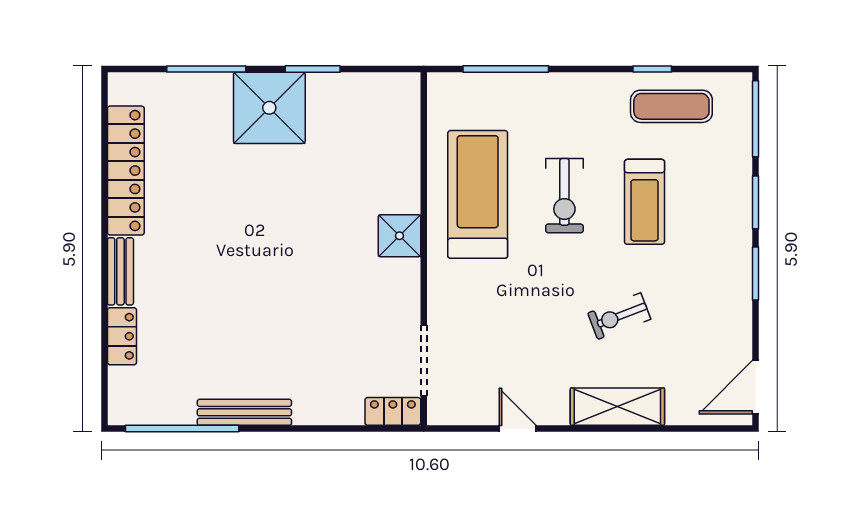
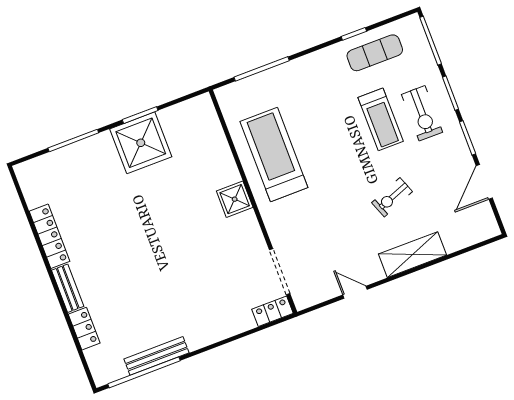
shower: (269, 108) -> (141, 143), moved
locker: (126, 171) -> (49, 236), width x0.71, depth x0.83
exercise bike: (564, 196) -> (422, 113), moved
door: (755, 387) -> (484, 182), moved
bench: (244, 412) -> (156, 356), moved

